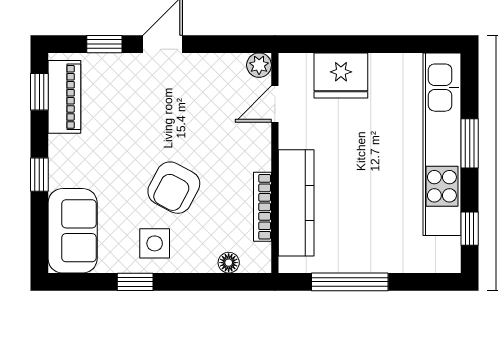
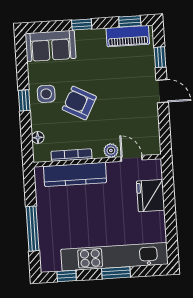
plant: (259, 65) -> (111, 150), moved
window: (135, 282) -> (24, 100), moved
window: (350, 282) -> (33, 229), moved

